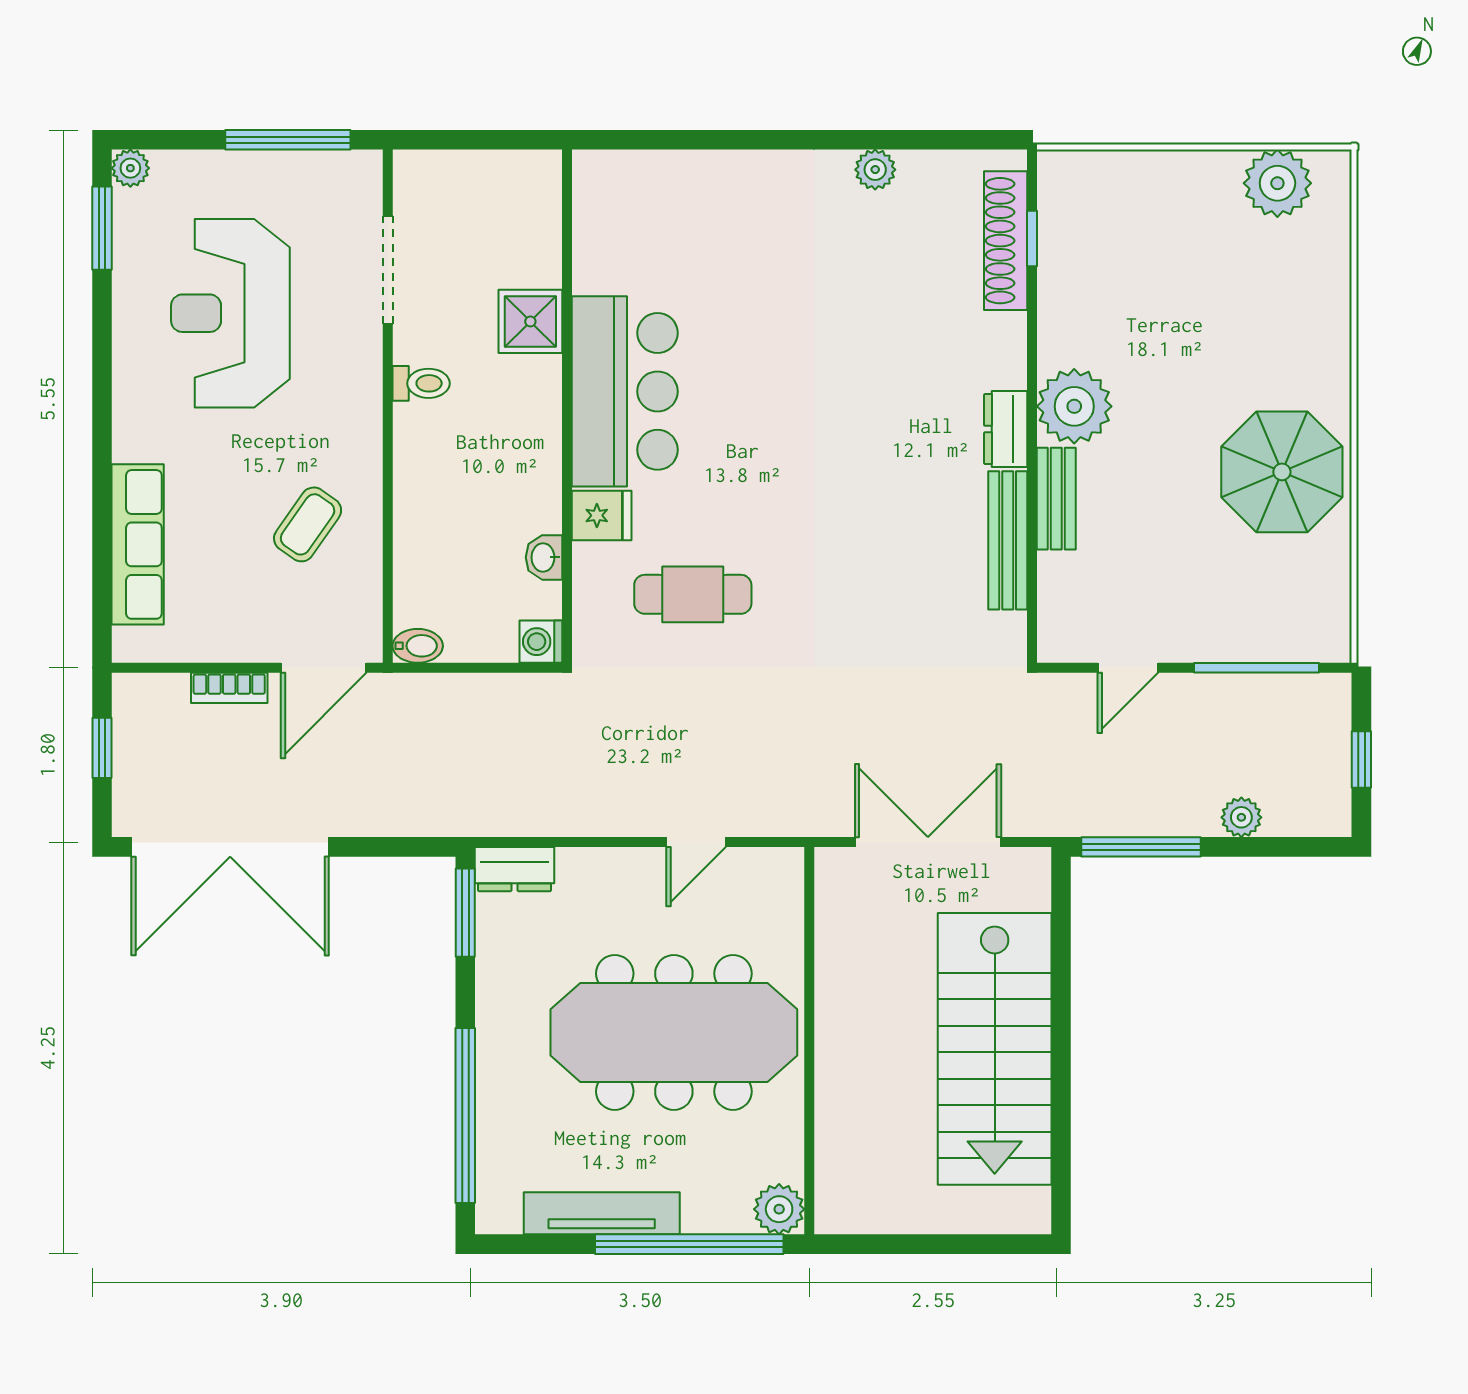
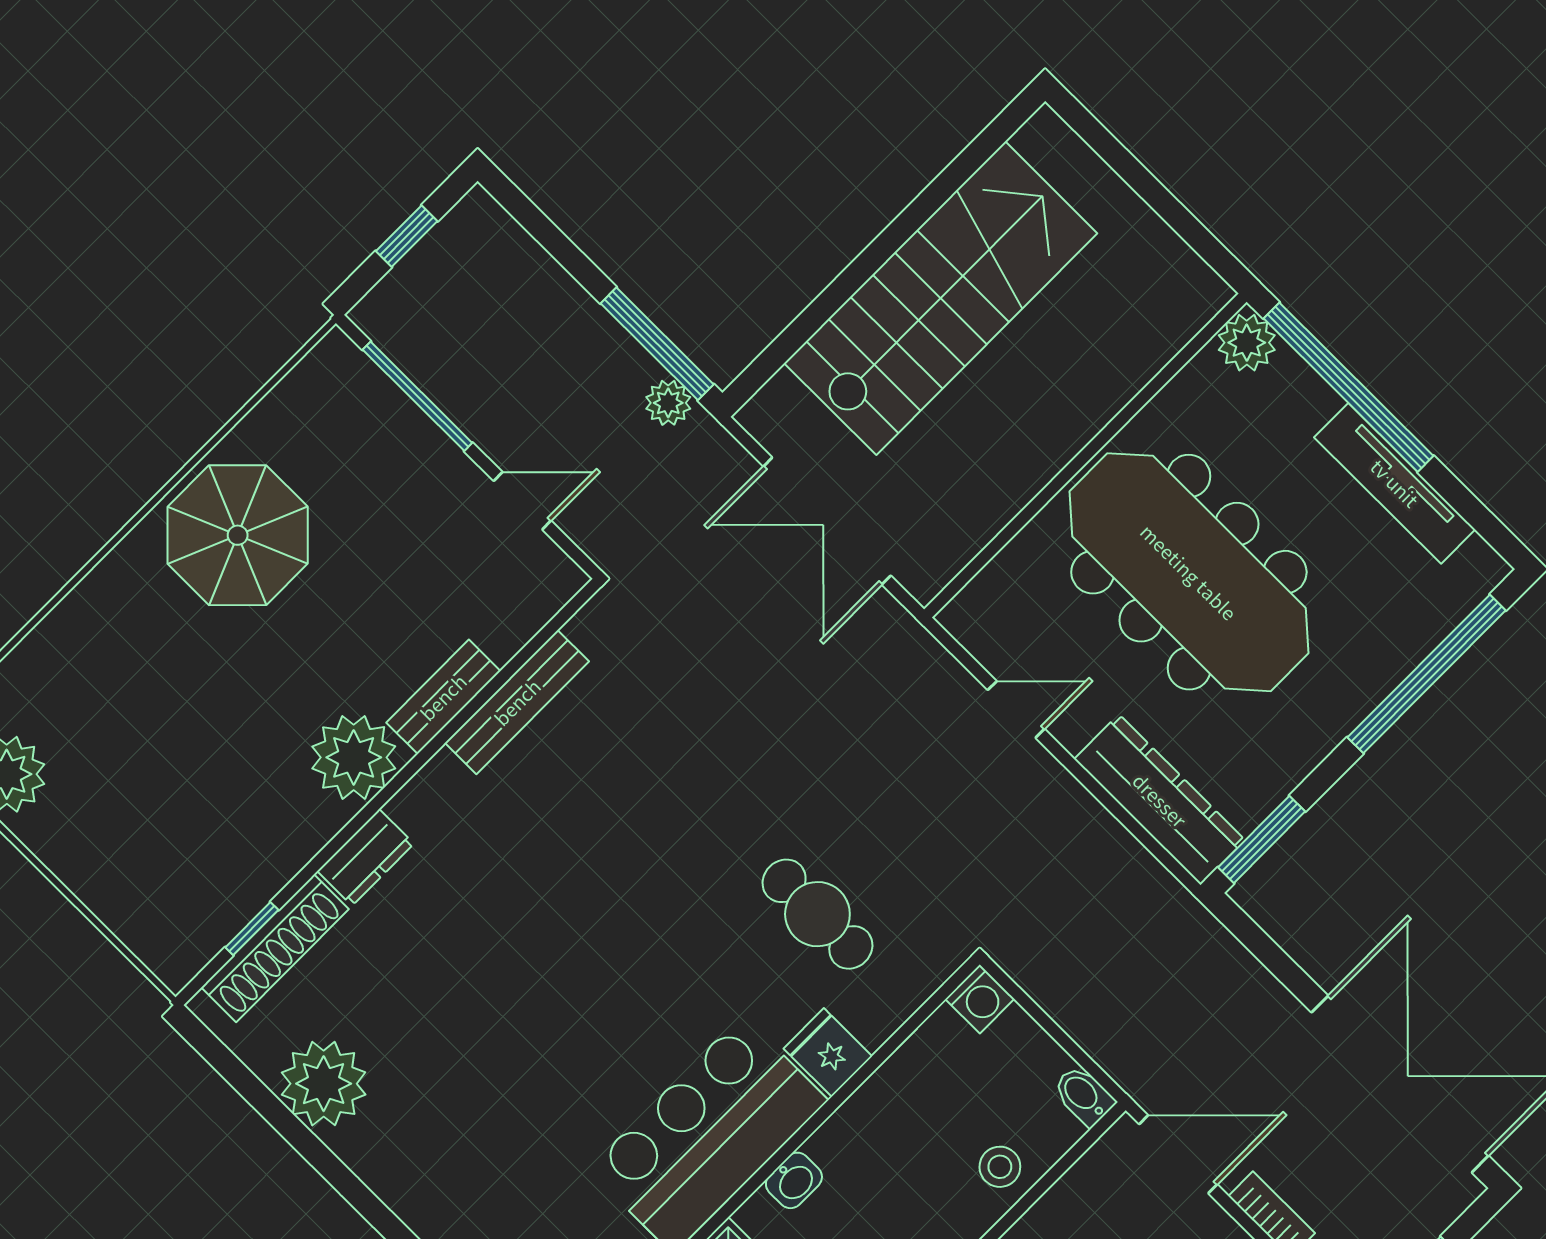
plant: (875, 170) -> (324, 1084), width x1.87, depth x1.87
dresser: (1006, 429) -> (366, 857), moved
stool: (426, 551) -> (1000, 1167), added
washbasin: (544, 557) -> (794, 1180), moved
plant: (1241, 817) -> (668, 403), moved
dresser: (514, 869) -> (1160, 800), width x1.96, depth x1.24

